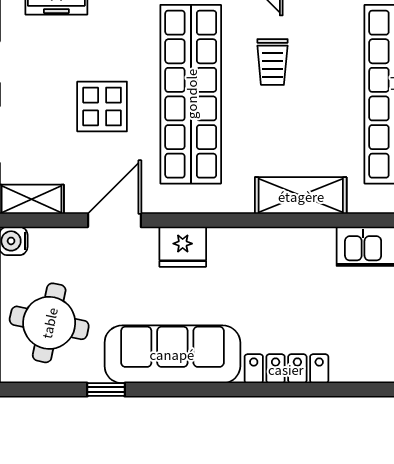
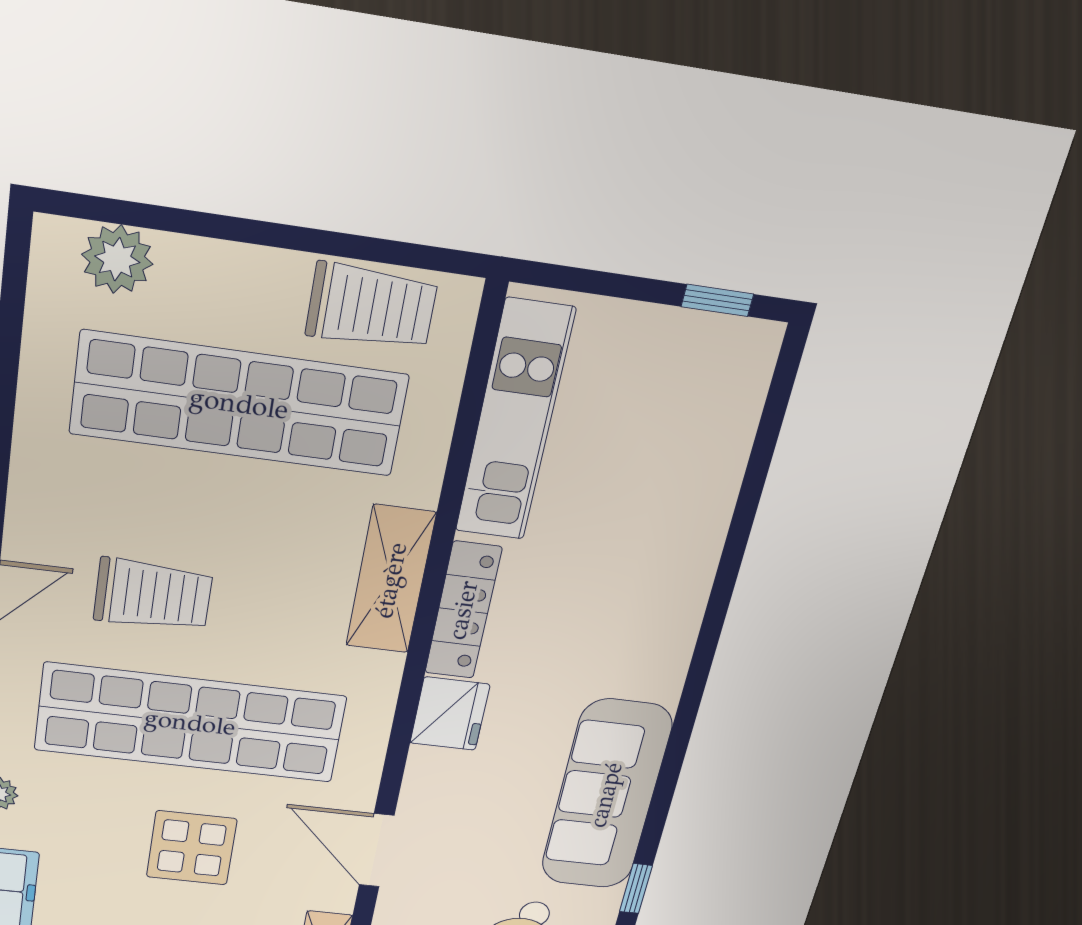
trolley: (272, 62) -> (153, 595), width x1.36, depth x1.39
fridge: (183, 247) -> (450, 714), moved
locker: (286, 369) -> (463, 610), moved, turned 180

